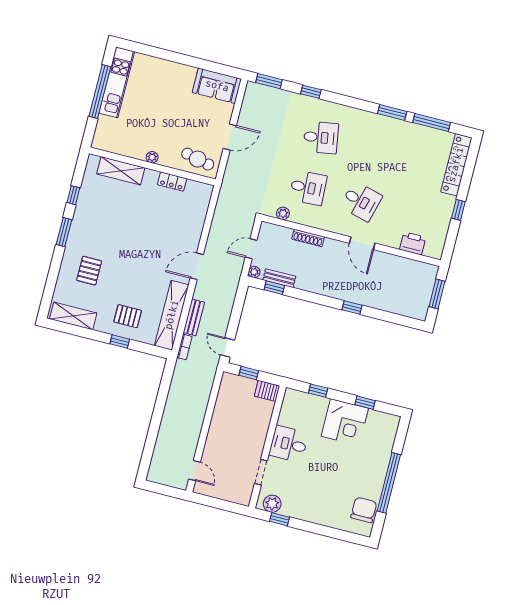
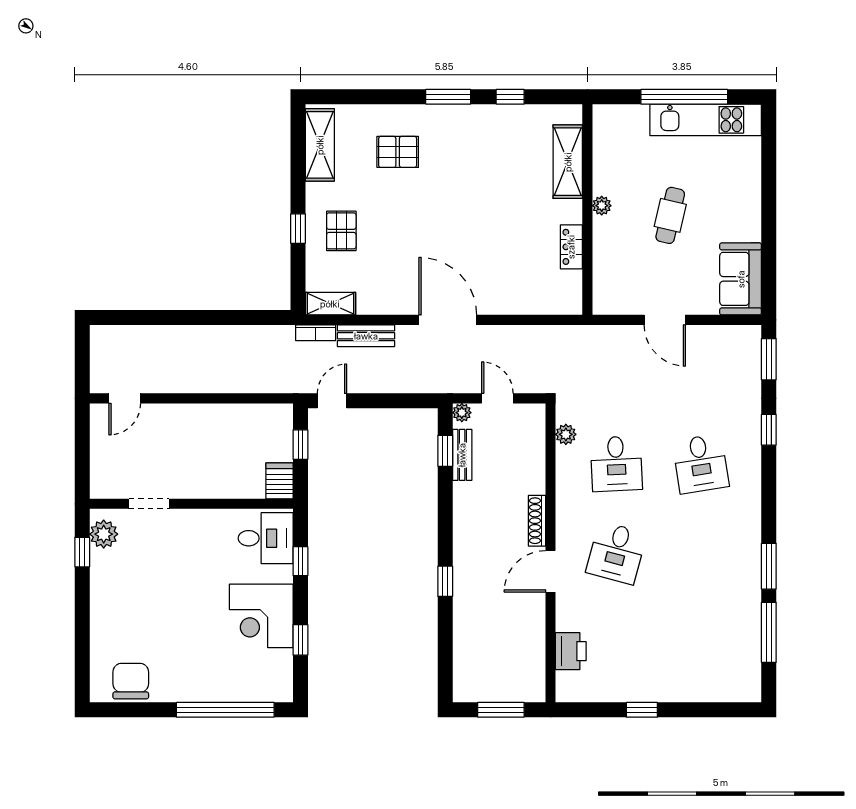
cafe table: (198, 159) -> (670, 215), moved
locker: (456, 165) -> (712, 688), removed
shoe rack: (308, 238) -> (537, 521), moved
door: (197, 266) -> (448, 320), width x1.36
shelving: (172, 315) -> (330, 304), width x0.45, depth x0.75
desk: (289, 444) -> (266, 538), moved, turned 90
window: (389, 483) -> (225, 710), moved
chair: (364, 510) -> (131, 681), turned -90

